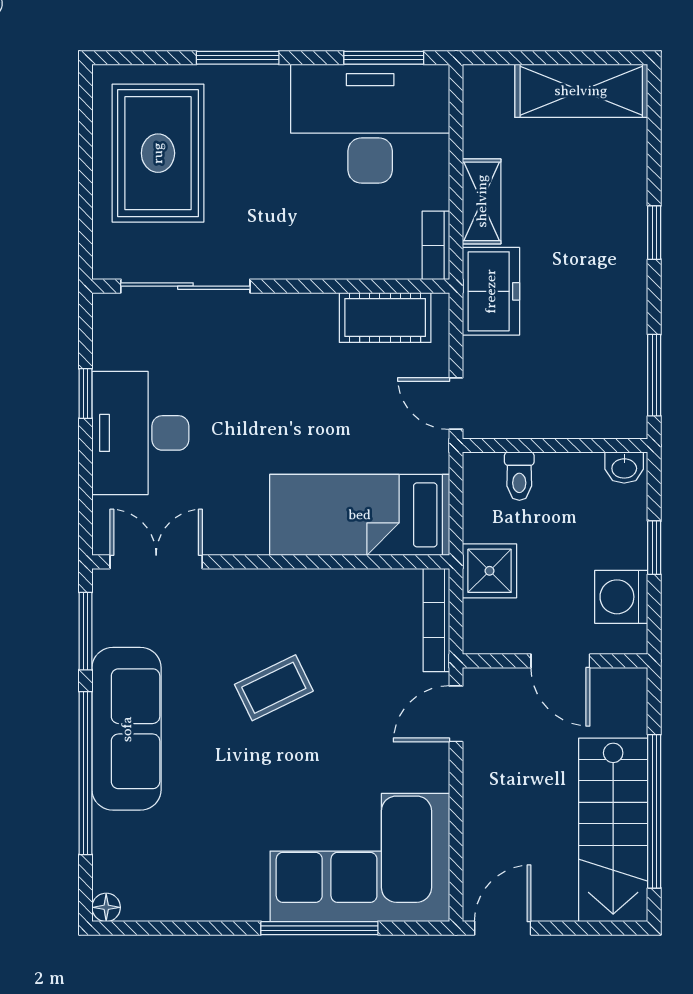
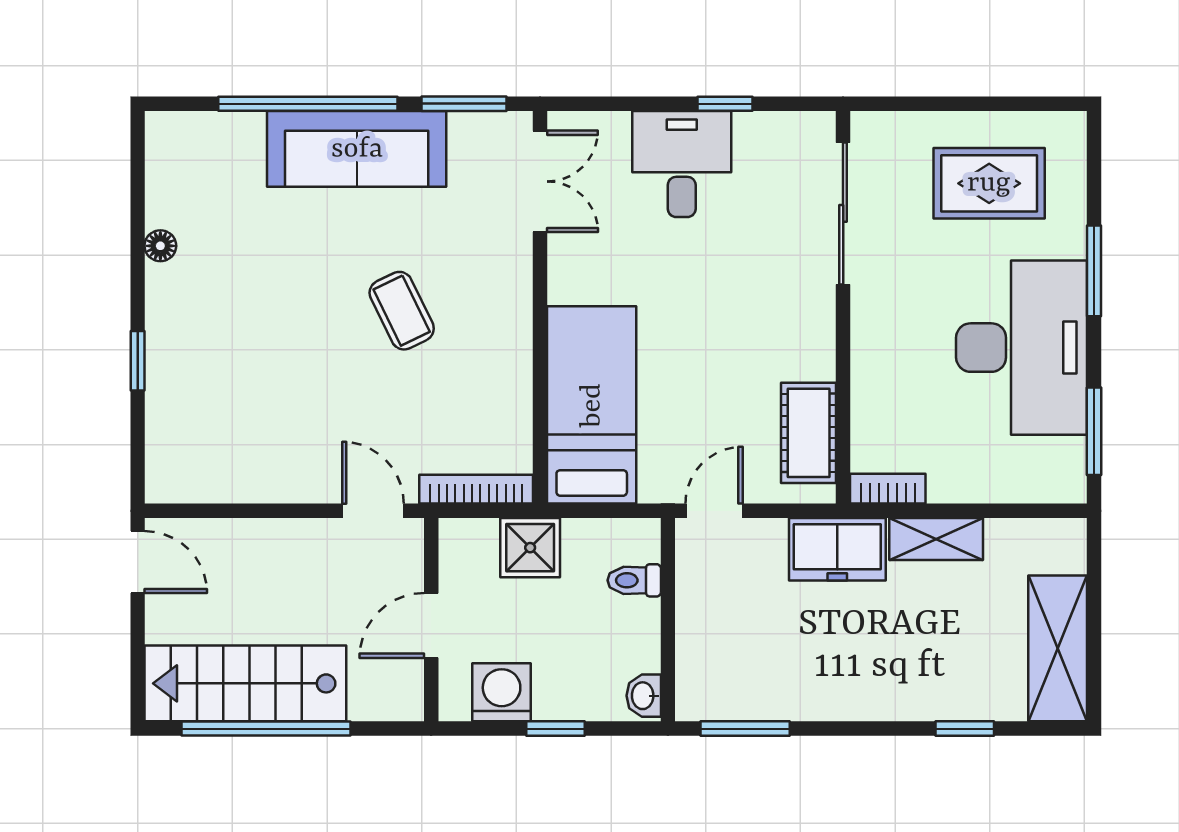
desk: (370, 124) -> (1022, 348), moved
rug: (158, 153) -> (989, 183), width x0.73, depth x0.70
window: (654, 233) -> (965, 729), moved
desk: (140, 433) -> (682, 164), width x0.73
corner sofa: (360, 858) -> (215, 405), removed
floor lamp: (106, 907) -> (160, 246), moved
window: (319, 928) -> (138, 361), width x0.46

